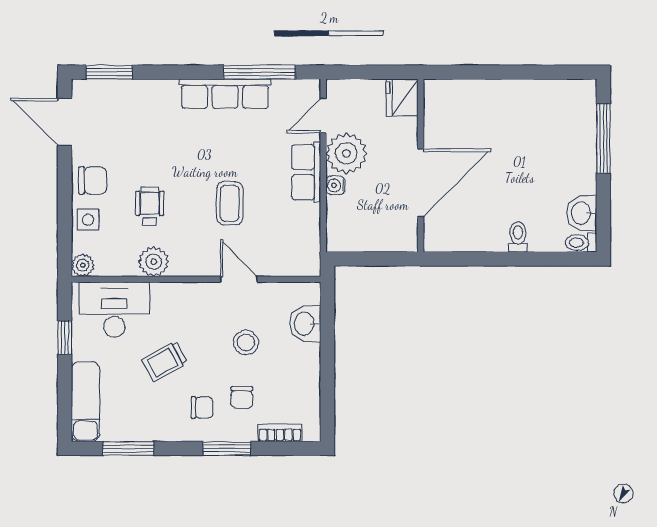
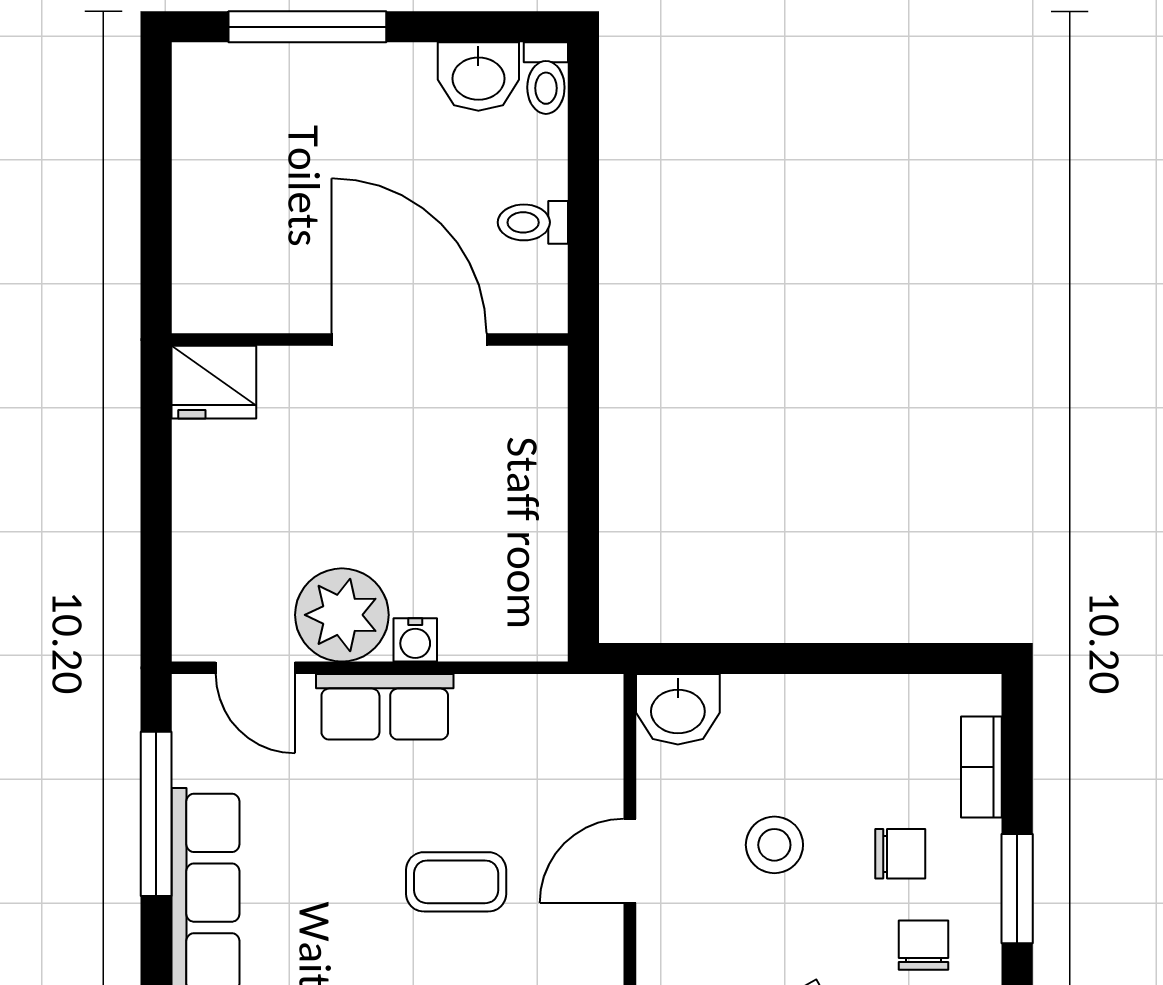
fridge: (402, 97) -> (214, 382), moved
wall: (421, 166) -> (370, 340), moved
door: (421, 183) -> (409, 340), moved
washbasin: (305, 324) -> (678, 709), moved

